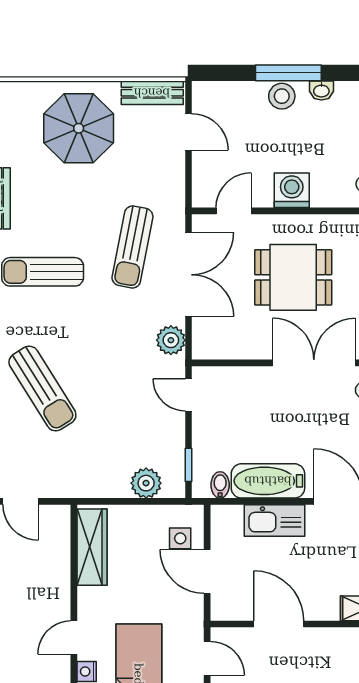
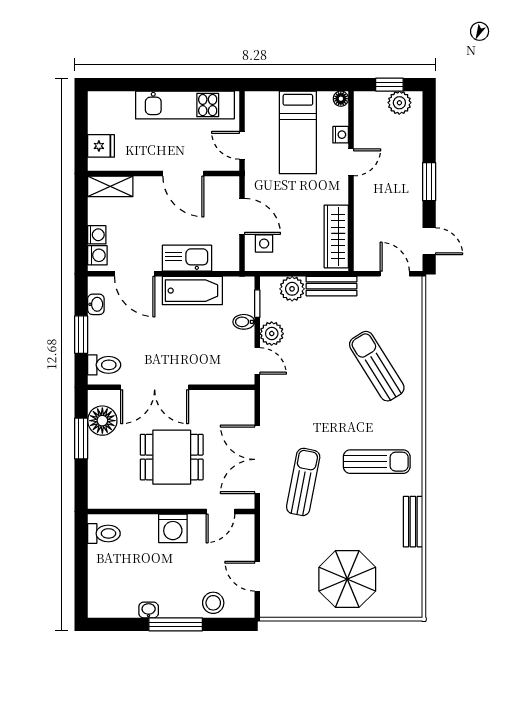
bench: (152, 93) -> (331, 286), moved
stool: (282, 96) -> (213, 603), moved
plant: (171, 340) -> (272, 334), moved
bidet: (220, 485) -> (244, 322), moved, turned 90

